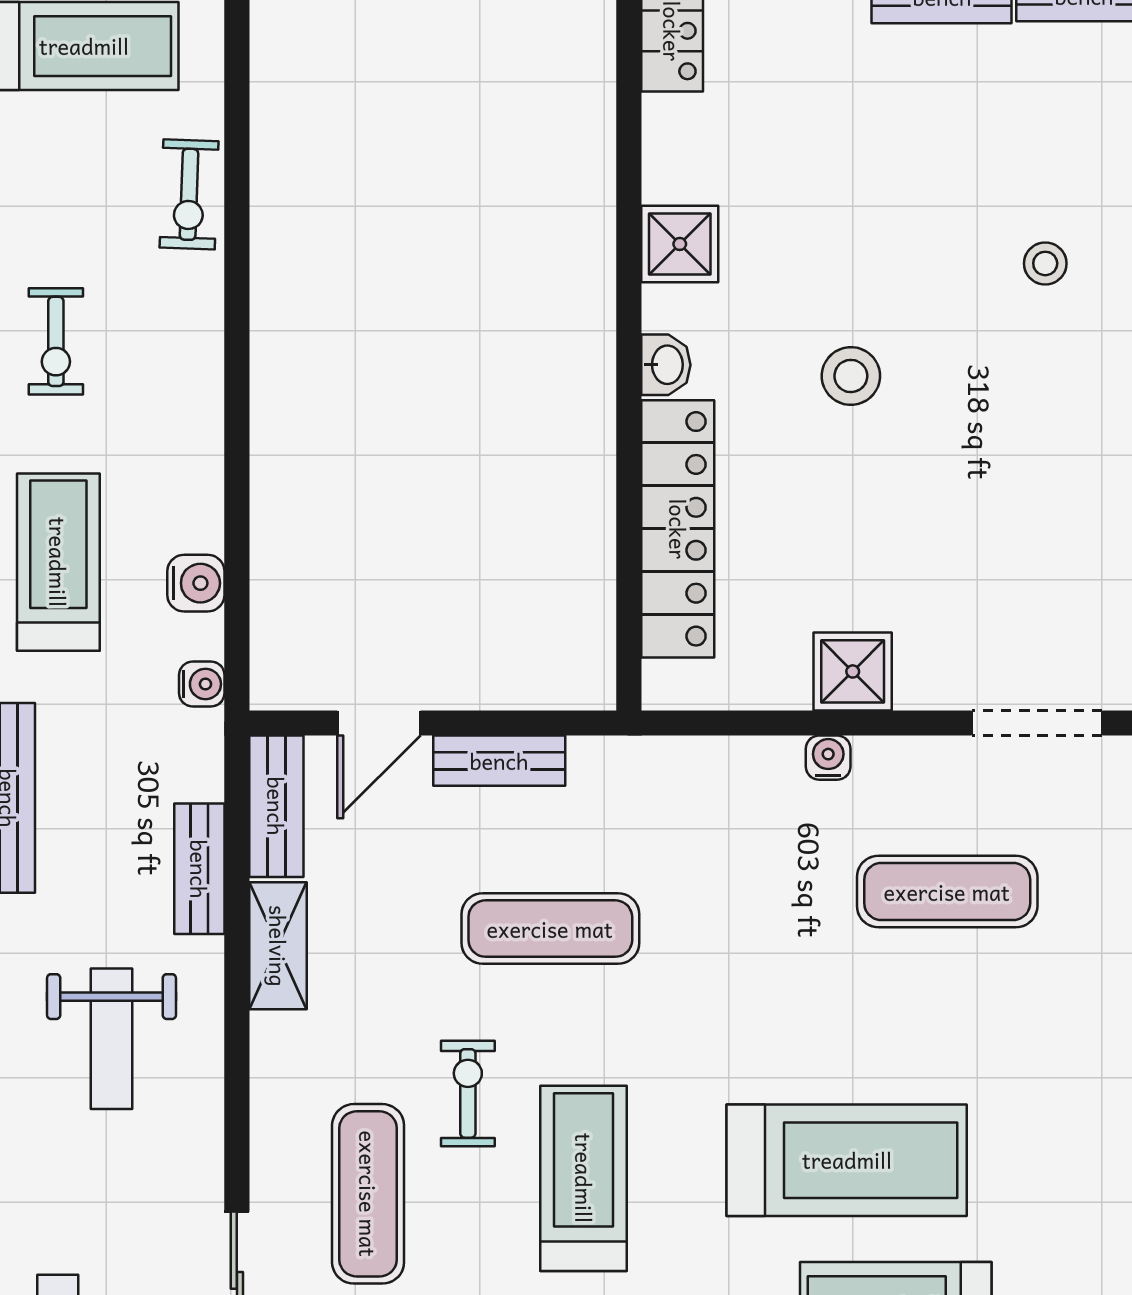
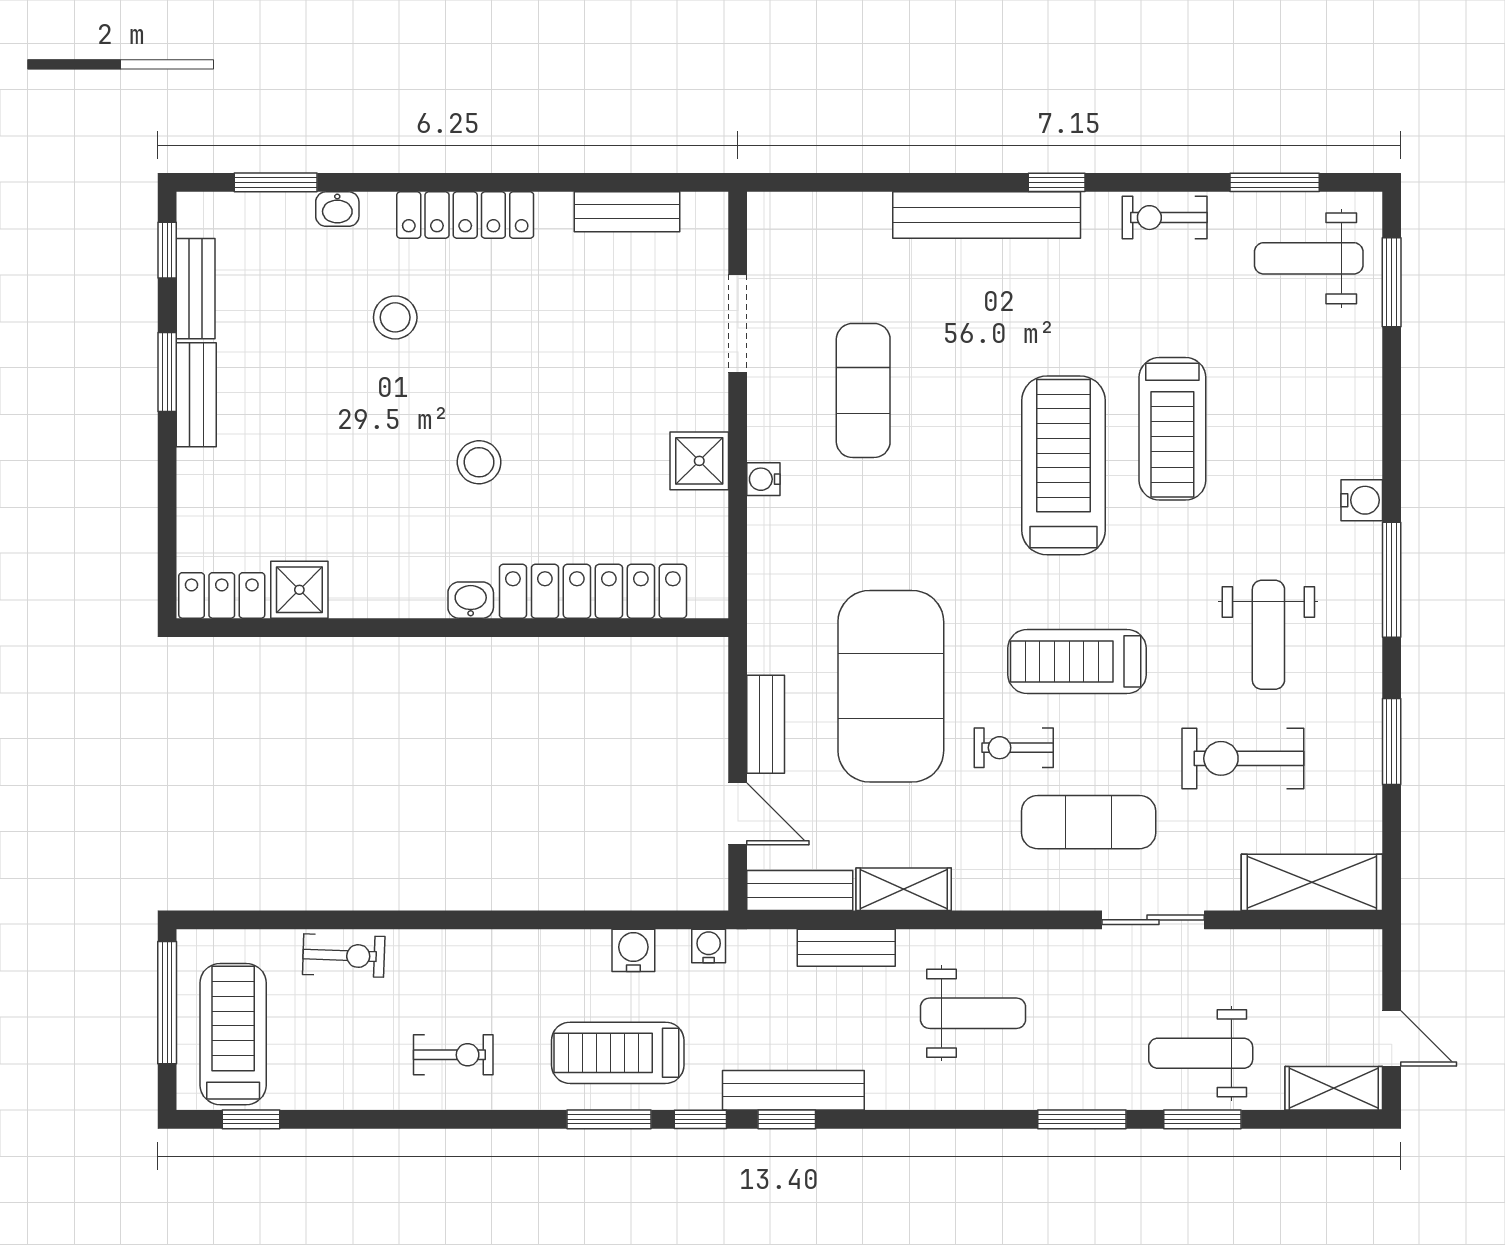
shower: (680, 244) -> (299, 590), moved
stool: (1045, 263) -> (395, 317), width x1.37, depth x1.37
exercise mat: (550, 929) -> (891, 686), width x2.00, depth x1.45

